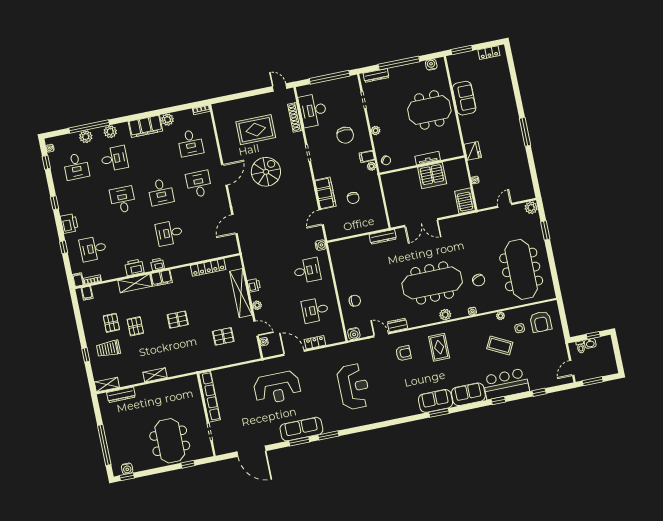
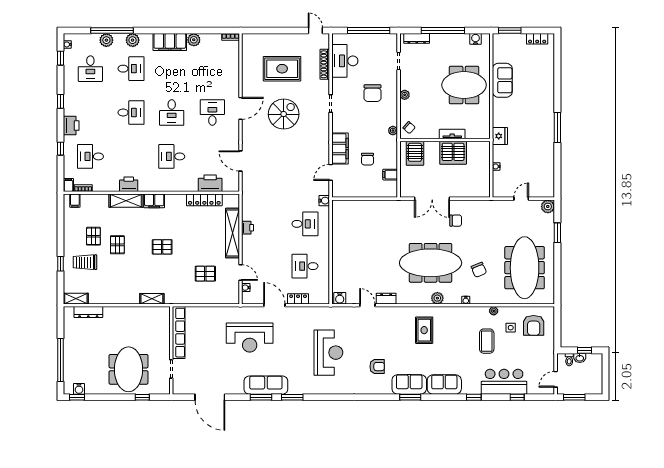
desk: (190, 143) -> (212, 69), removed
filing cabinet: (367, 157) -> (390, 175), moved
desk: (123, 200) -> (131, 113), turned 90
server rack: (465, 201) -> (415, 153), moved, turned 180
door: (234, 224) -> (240, 161), hinge flipped
dresser: (383, 237) -> (390, 205), removed
printer: (157, 264) -> (210, 183), moved, width x1.87, depth x1.48
chair: (355, 301) -> (456, 221), moved
plant: (257, 305) -> (246, 249), removed
coffee table: (500, 345) -> (487, 341), turned 63
armchair: (403, 353) -> (377, 367), moved
shelving: (155, 375) -> (152, 299), moved
bar counter: (506, 384) -> (504, 382), moved

